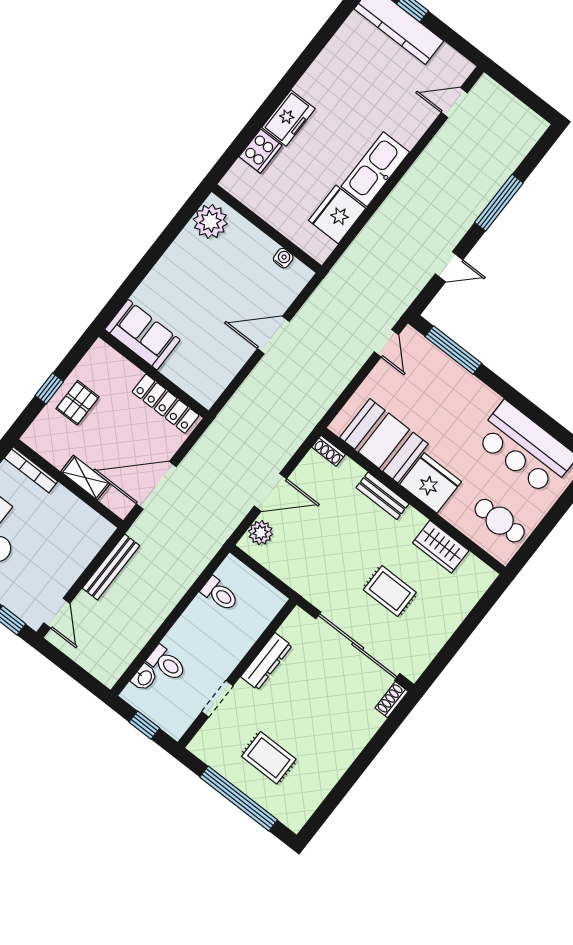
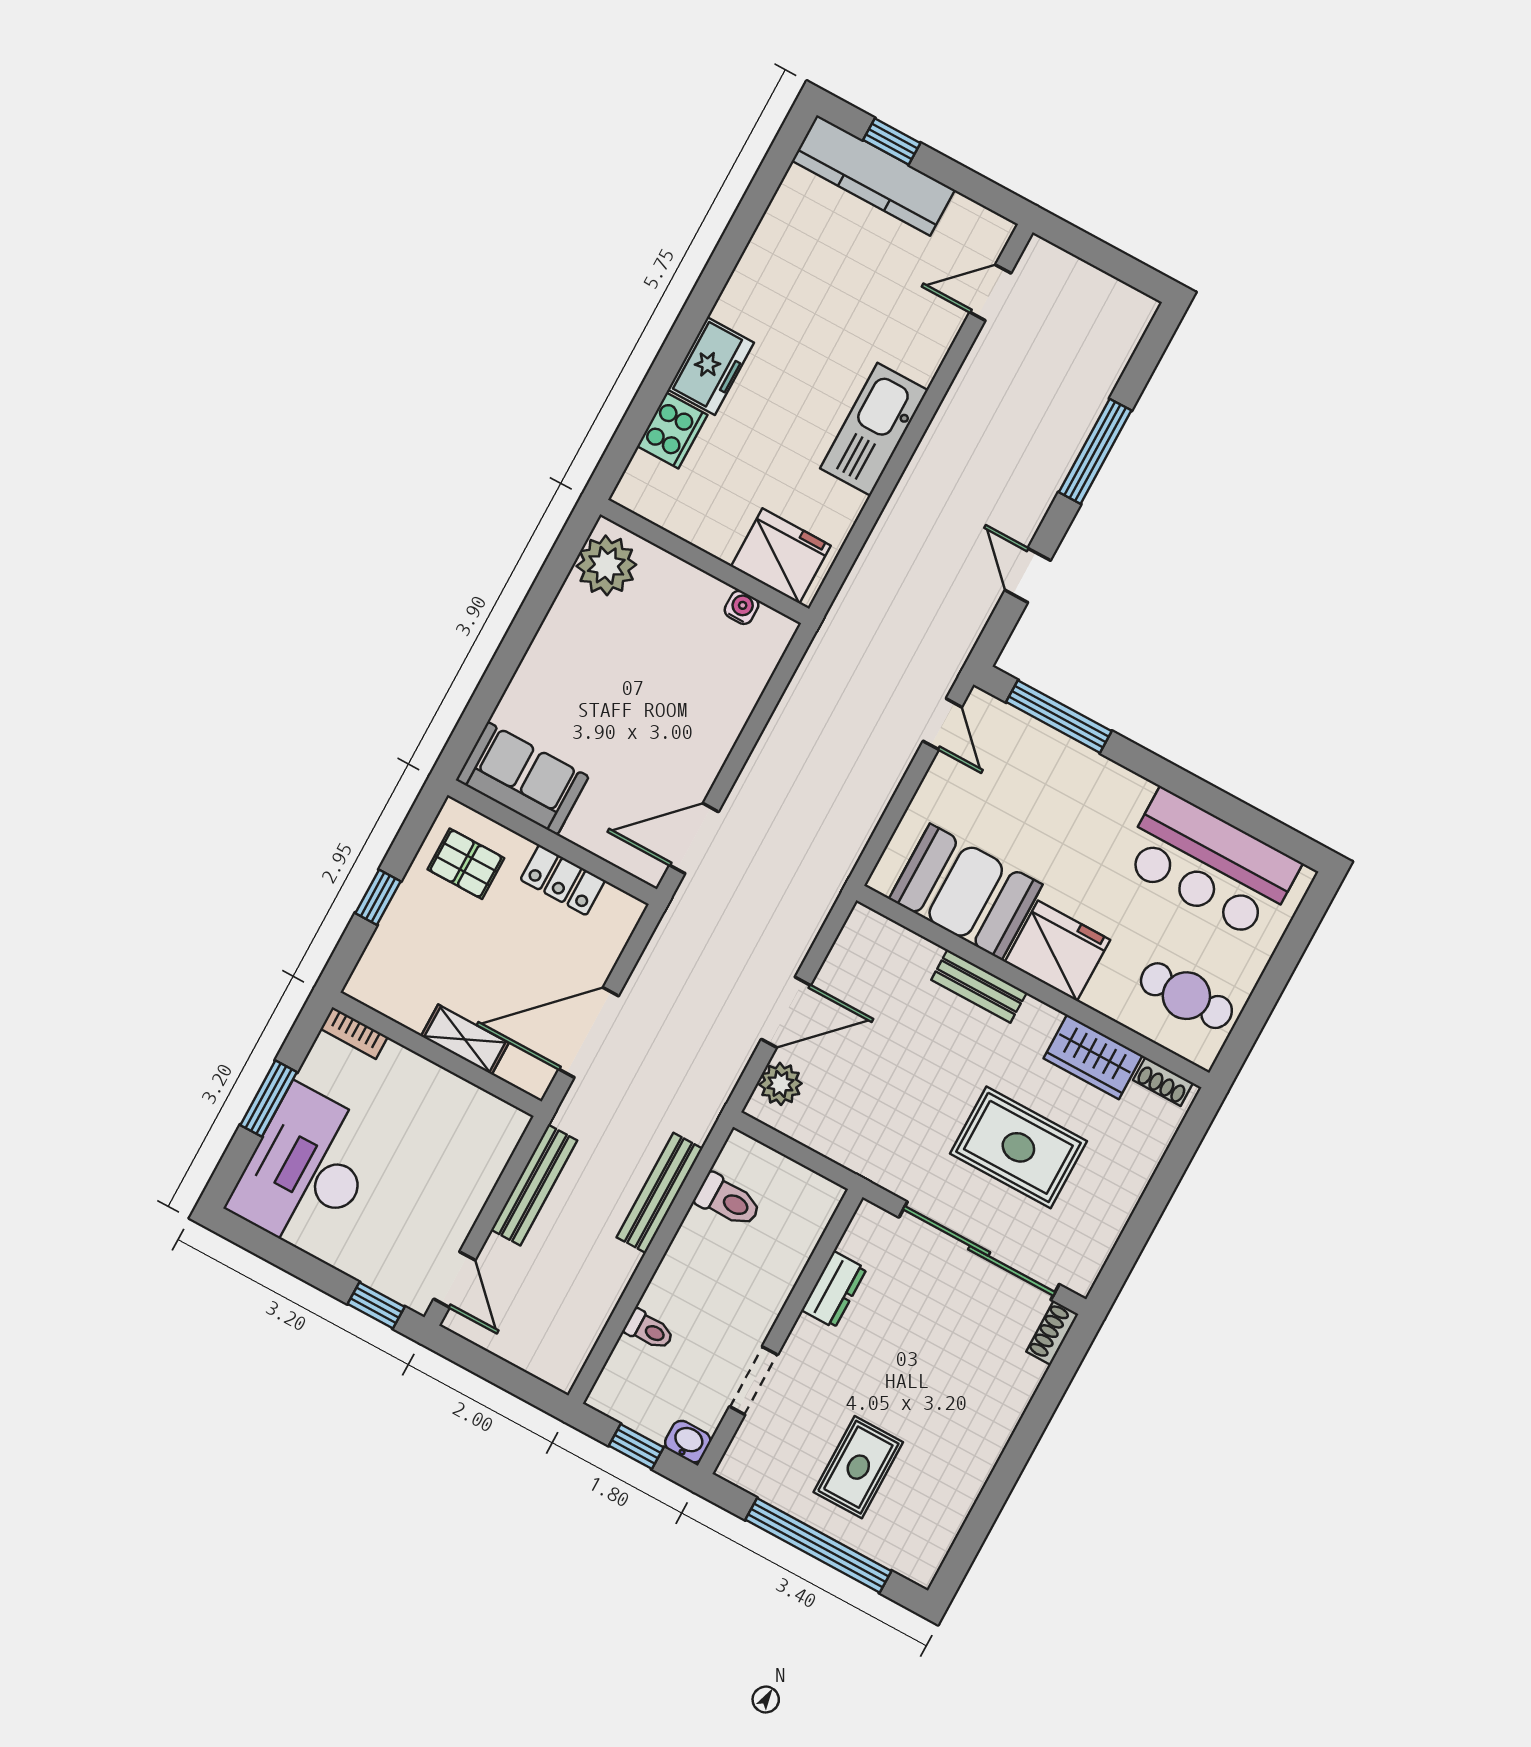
fridge: (337, 214) -> (781, 556), moved, turned 90
door: (449, 267) -> (1028, 575), swing flipped
door: (273, 335) -> (694, 838), moved
pallet: (77, 403) -> (466, 864), moved, turned 90
locker: (166, 404) -> (563, 880), width x0.66
shoe rack: (329, 451) -> (1163, 1082), moved
bookcase: (31, 470) -> (354, 1033), width x0.64
bench: (182, 583) -> (660, 1193), added
rug: (390, 591) -> (1018, 1147), width x1.36, depth x1.43
dresser: (266, 661) -> (834, 1290), width x0.70
toilet: (167, 663) -> (649, 1330), width x0.73, depth x0.72
washbasin: (144, 678) -> (688, 1442), moved, turned -90
rug: (269, 758) -> (858, 1467), turned 90

